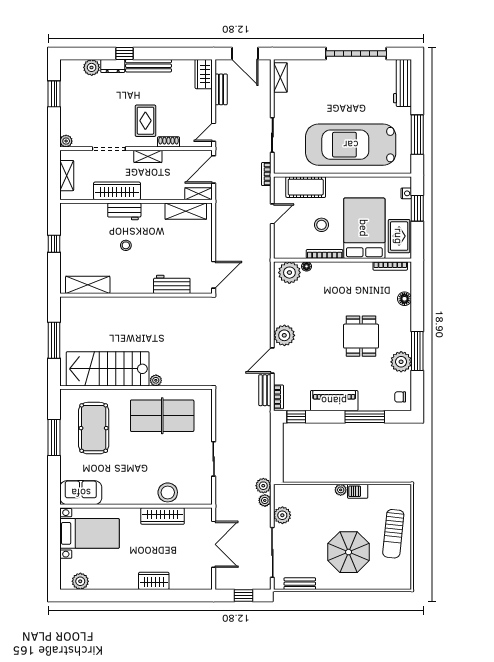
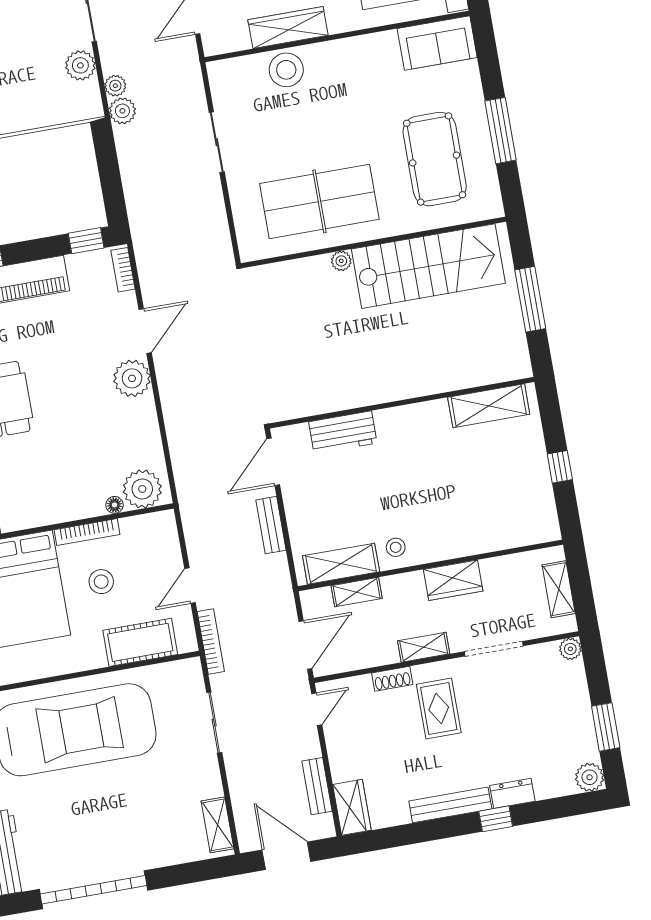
plant: (92, 67) -> (590, 777), moved
bookcase: (266, 174) -> (211, 641), width x1.56
wardrobe: (117, 191) -> (453, 580), width x0.67
shelving: (199, 194) -> (357, 592), moved
workbench: (124, 211) -> (448, 545), removed
stool: (126, 245) -> (396, 547), moved
bench: (265, 390) -> (271, 525), moved

